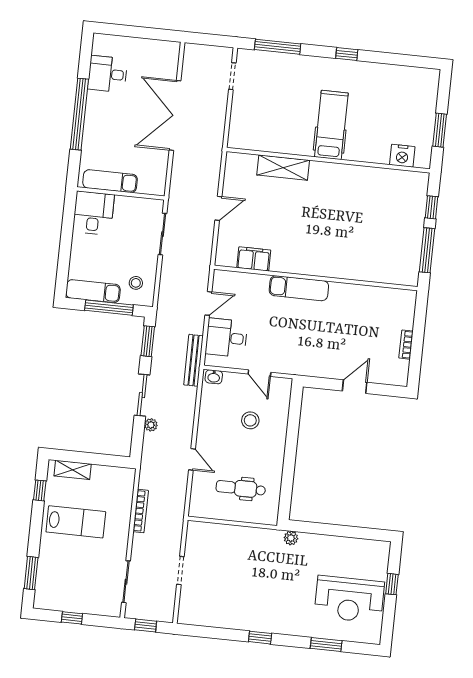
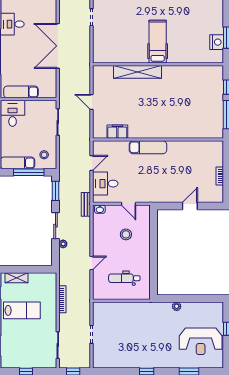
nightstand: (402, 156) -> (217, 42), moved, turned -90
shelving: (283, 168) -> (137, 72), width x1.47
door: (218, 208) -> (92, 102), swing flipped
bench: (194, 360) -> (86, 204), width x0.73
door: (192, 459) -> (92, 263), hinge flipped
plant: (291, 538) -> (177, 306), moved

